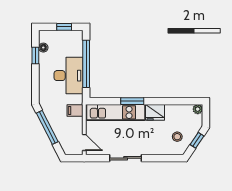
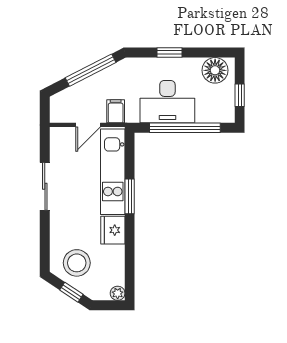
floor lamp: (43, 48) -> (215, 70), width x1.89, depth x1.89
window: (35, 55) -> (170, 53), moved
stool: (177, 137) -> (77, 263), width x1.89, depth x1.89
door: (84, 142) -> (88, 125), moved

